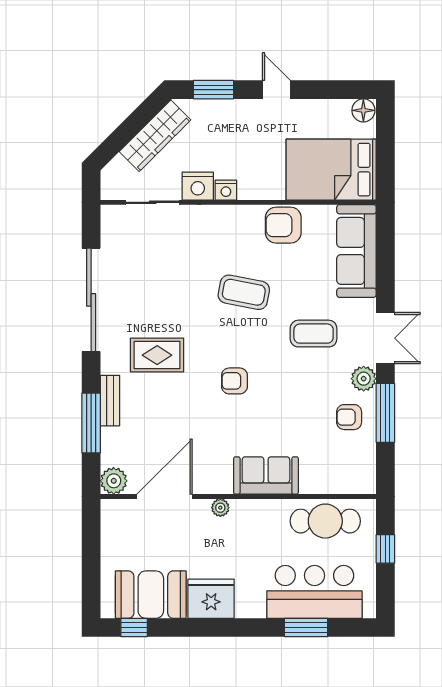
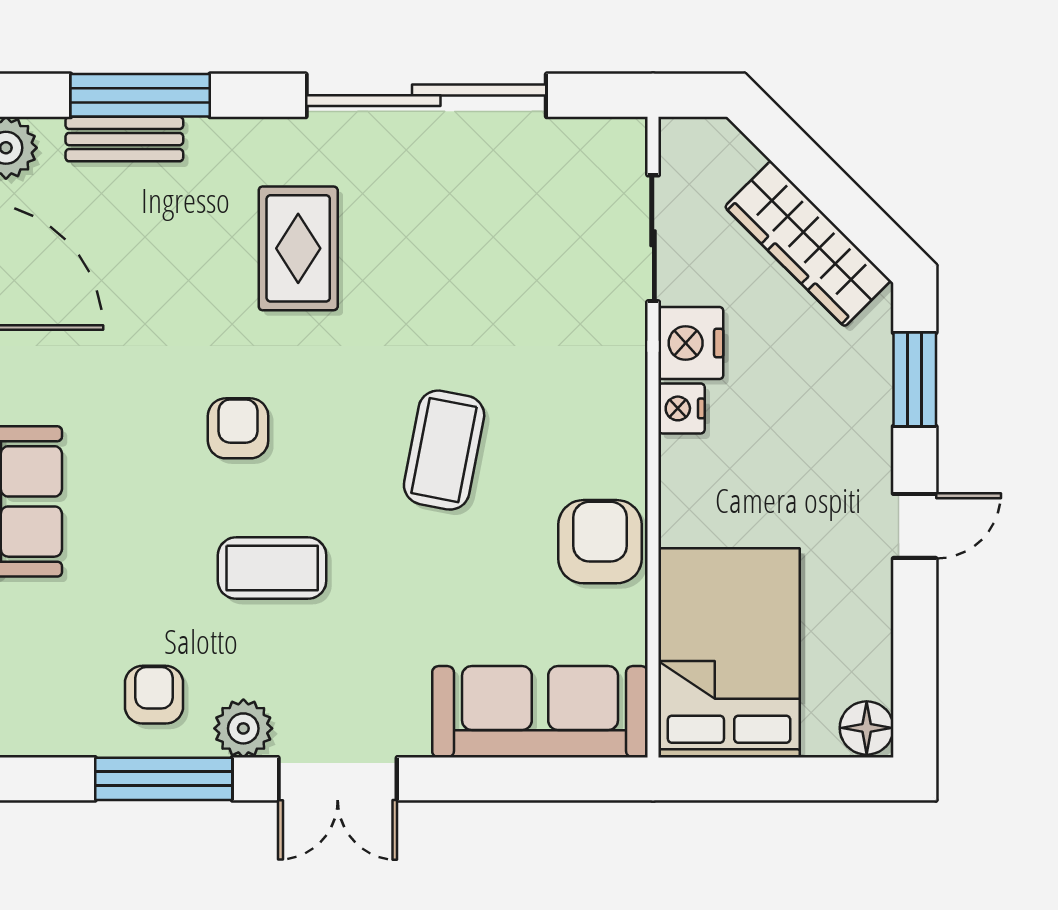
coffee table: (314, 334) -> (272, 568), moved, turned 90
bench: (110, 401) -> (124, 139), moved

